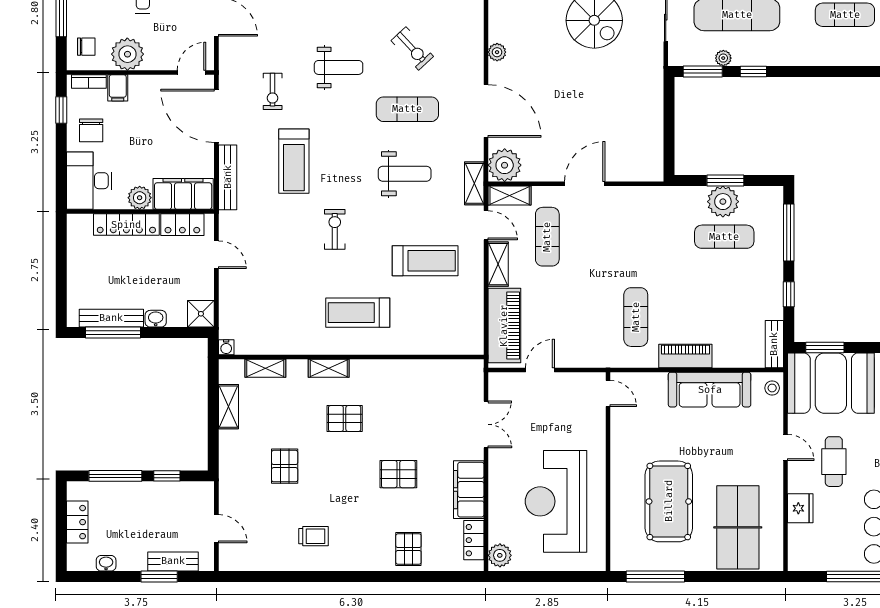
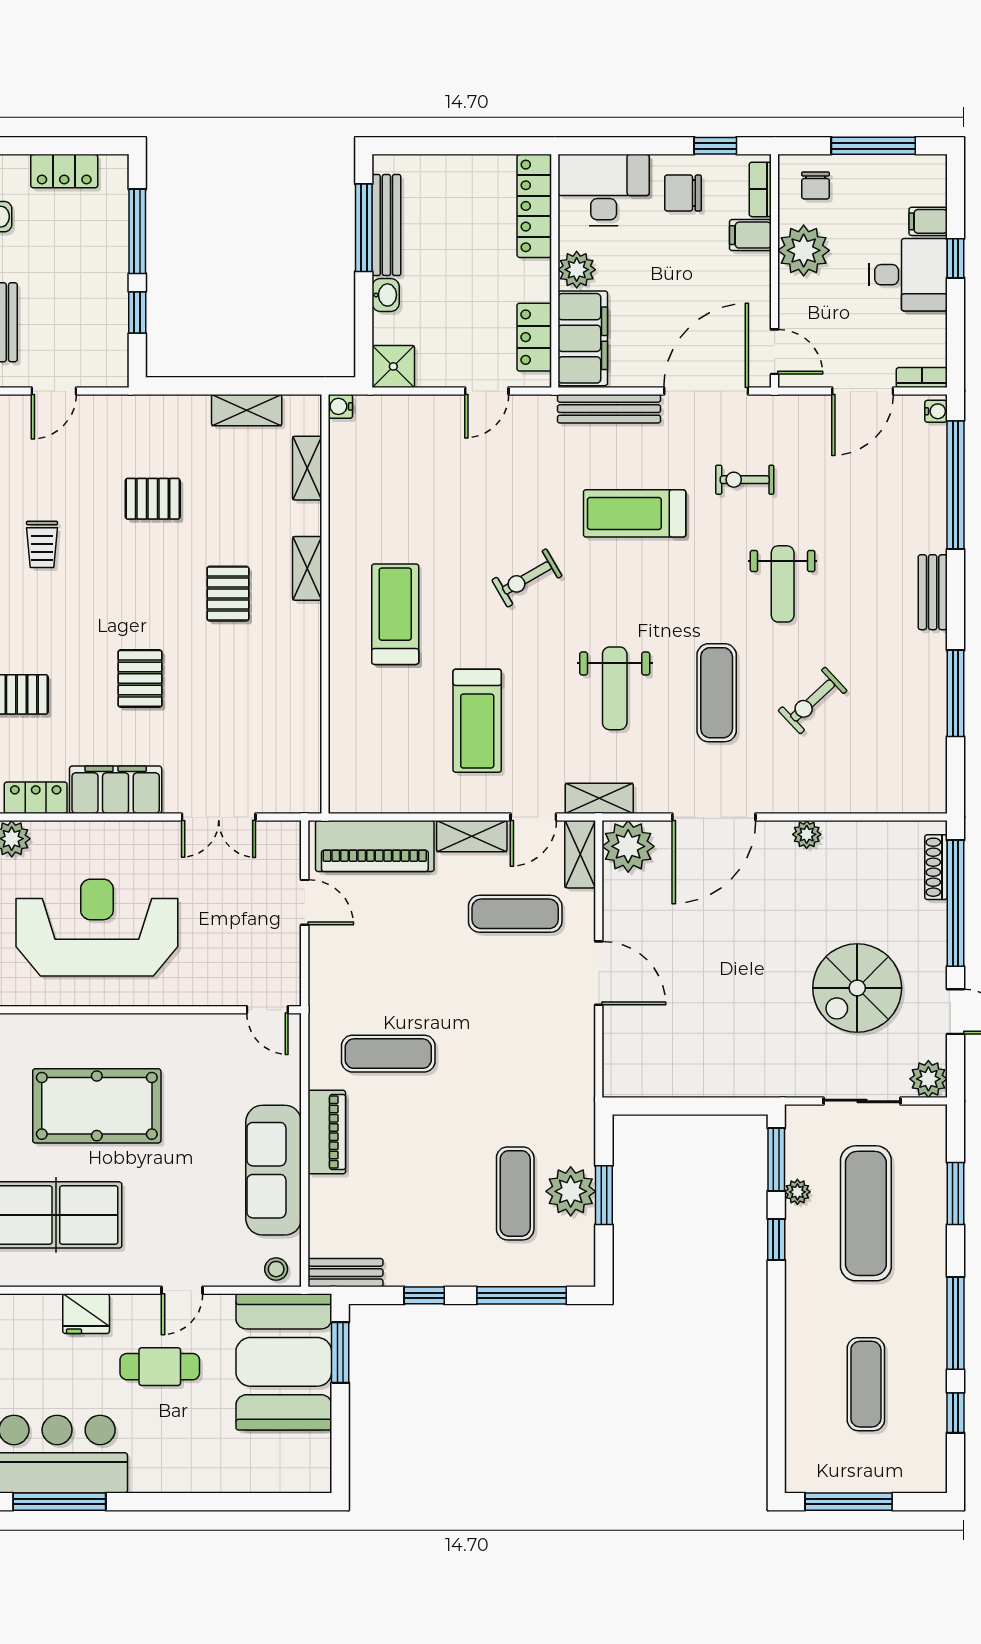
locker: (126, 225) -> (534, 206), moved
exercise bike: (335, 229) -> (527, 578), turned 150
door: (608, 393) -> (267, 1010), hinge flipped

